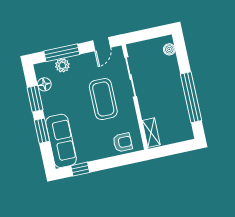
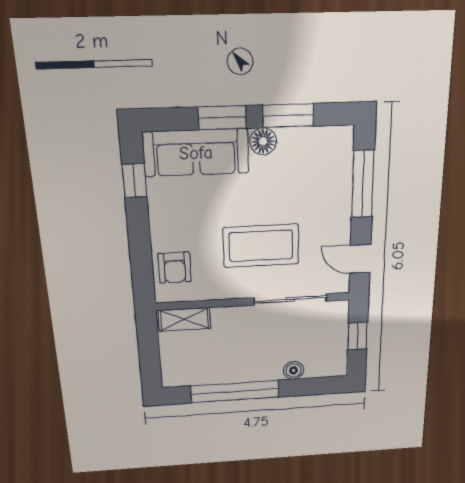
window: (146, 34) -> (358, 336), added
boiler: (169, 49) -> (294, 370), moved
plant: (62, 65) -> (339, 181), removed
floor lamp: (44, 84) -> (263, 141), moved

